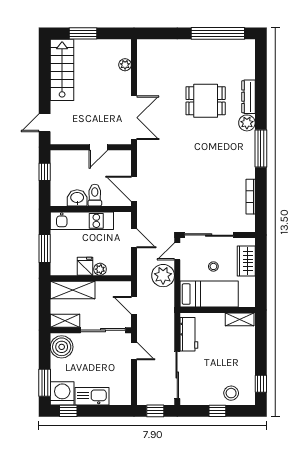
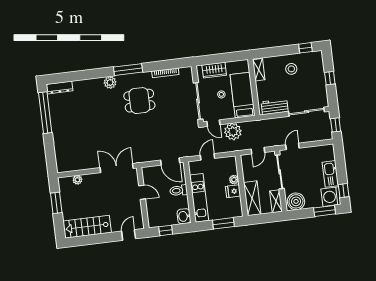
window: (83, 33) -> (56, 203), moved
dresser: (248, 97) -> (59, 88), moved
dining table: (206, 101) -> (139, 101), moved, turned 90
door: (45, 123) -> (129, 235), swing flipped
door: (134, 189) -> (170, 161), hinge flipped
washbasin: (77, 198) -> (184, 216), moved
stool: (231, 393) -> (291, 69), moved

